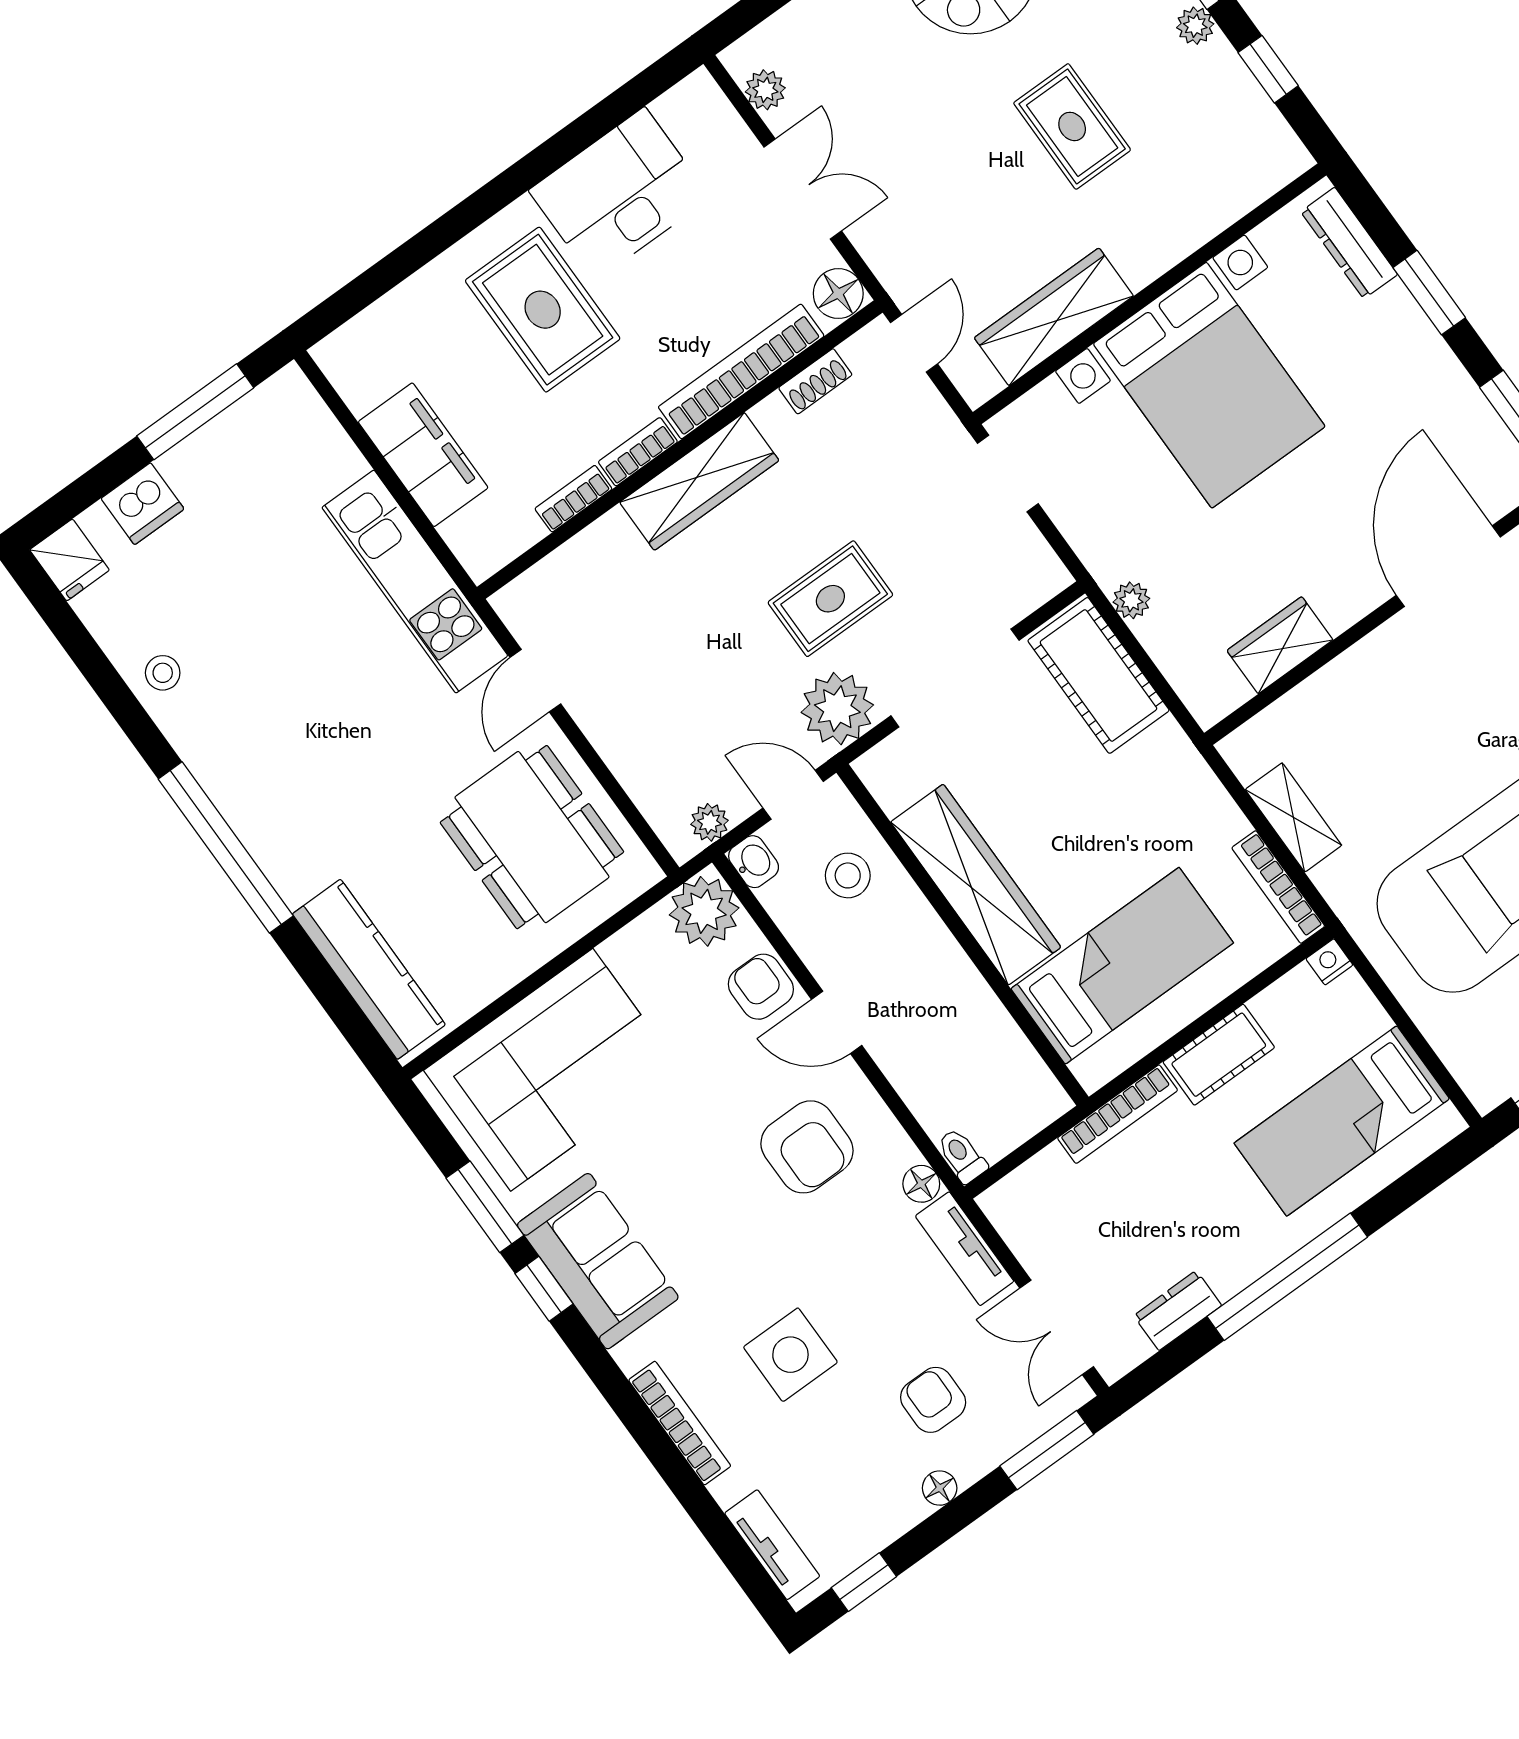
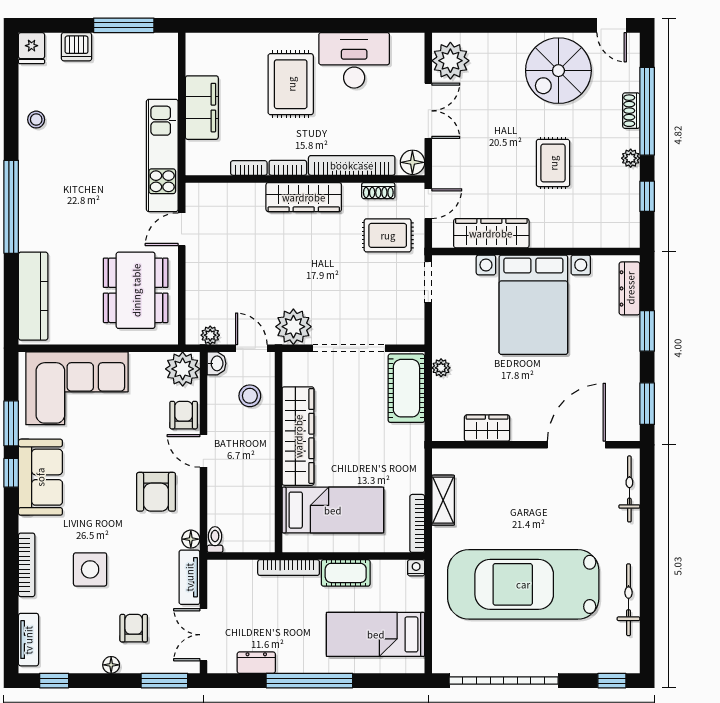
plant: (765, 90) -> (450, 61), width x1.88, depth x1.88
rug: (830, 599) -> (388, 235), moved

